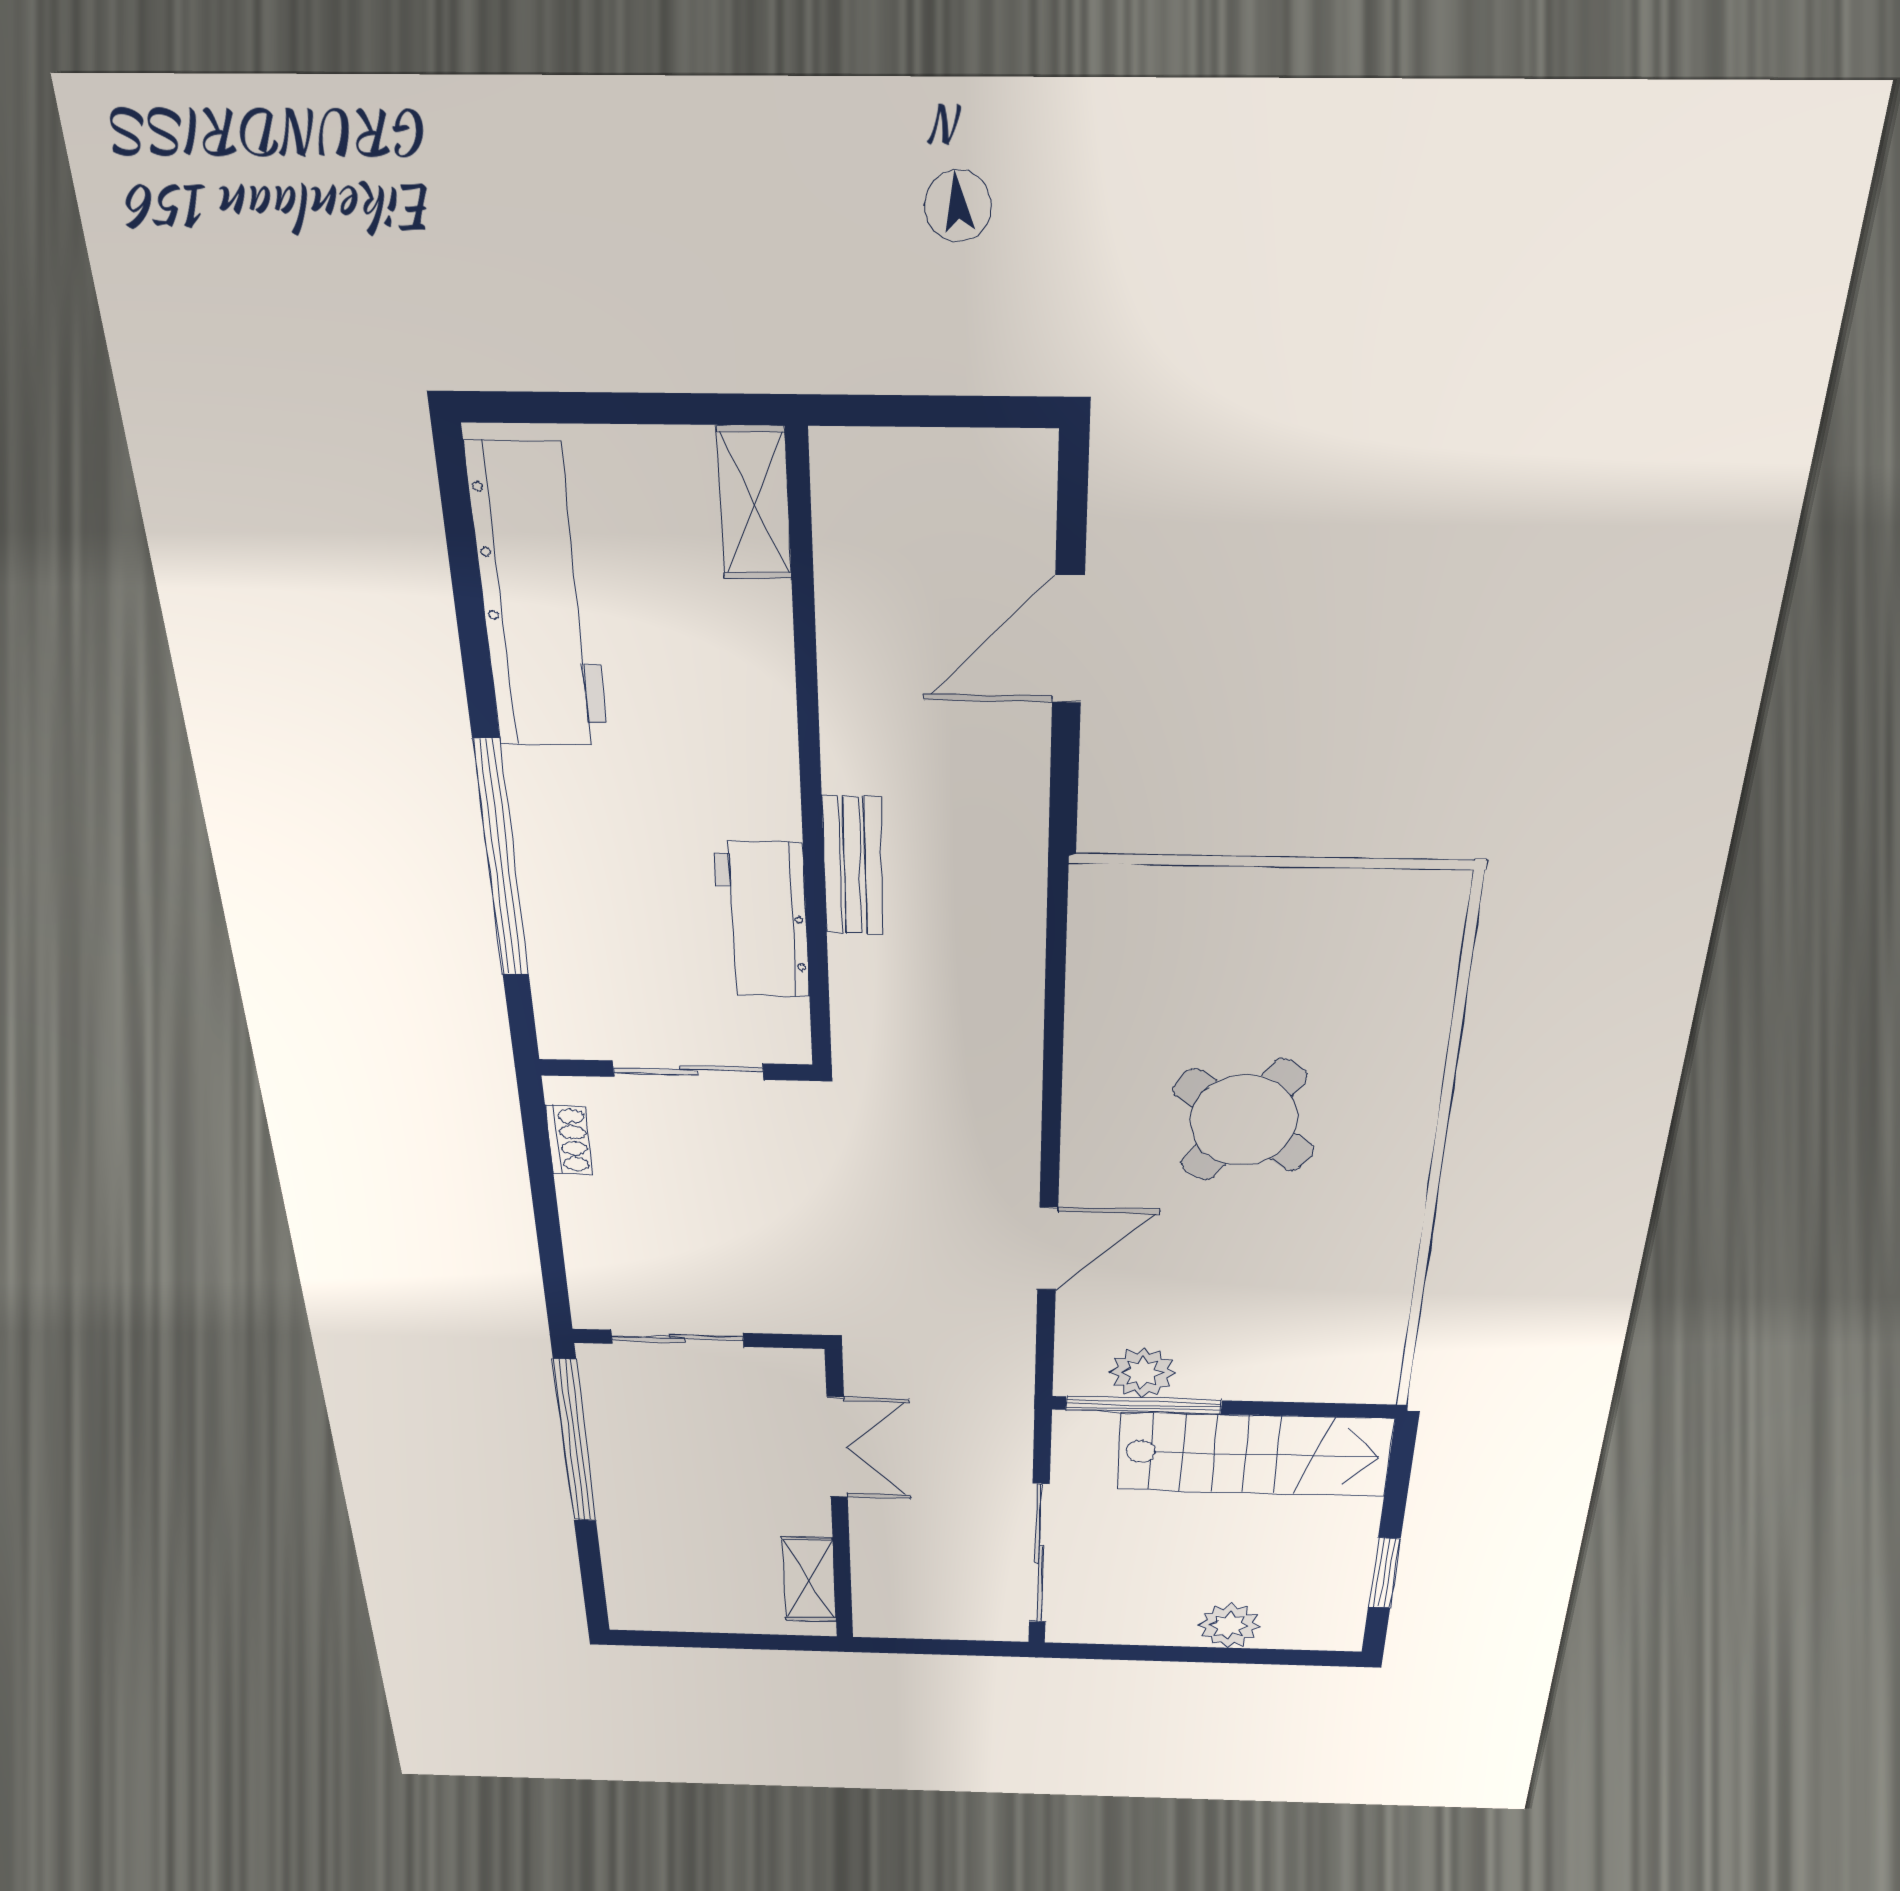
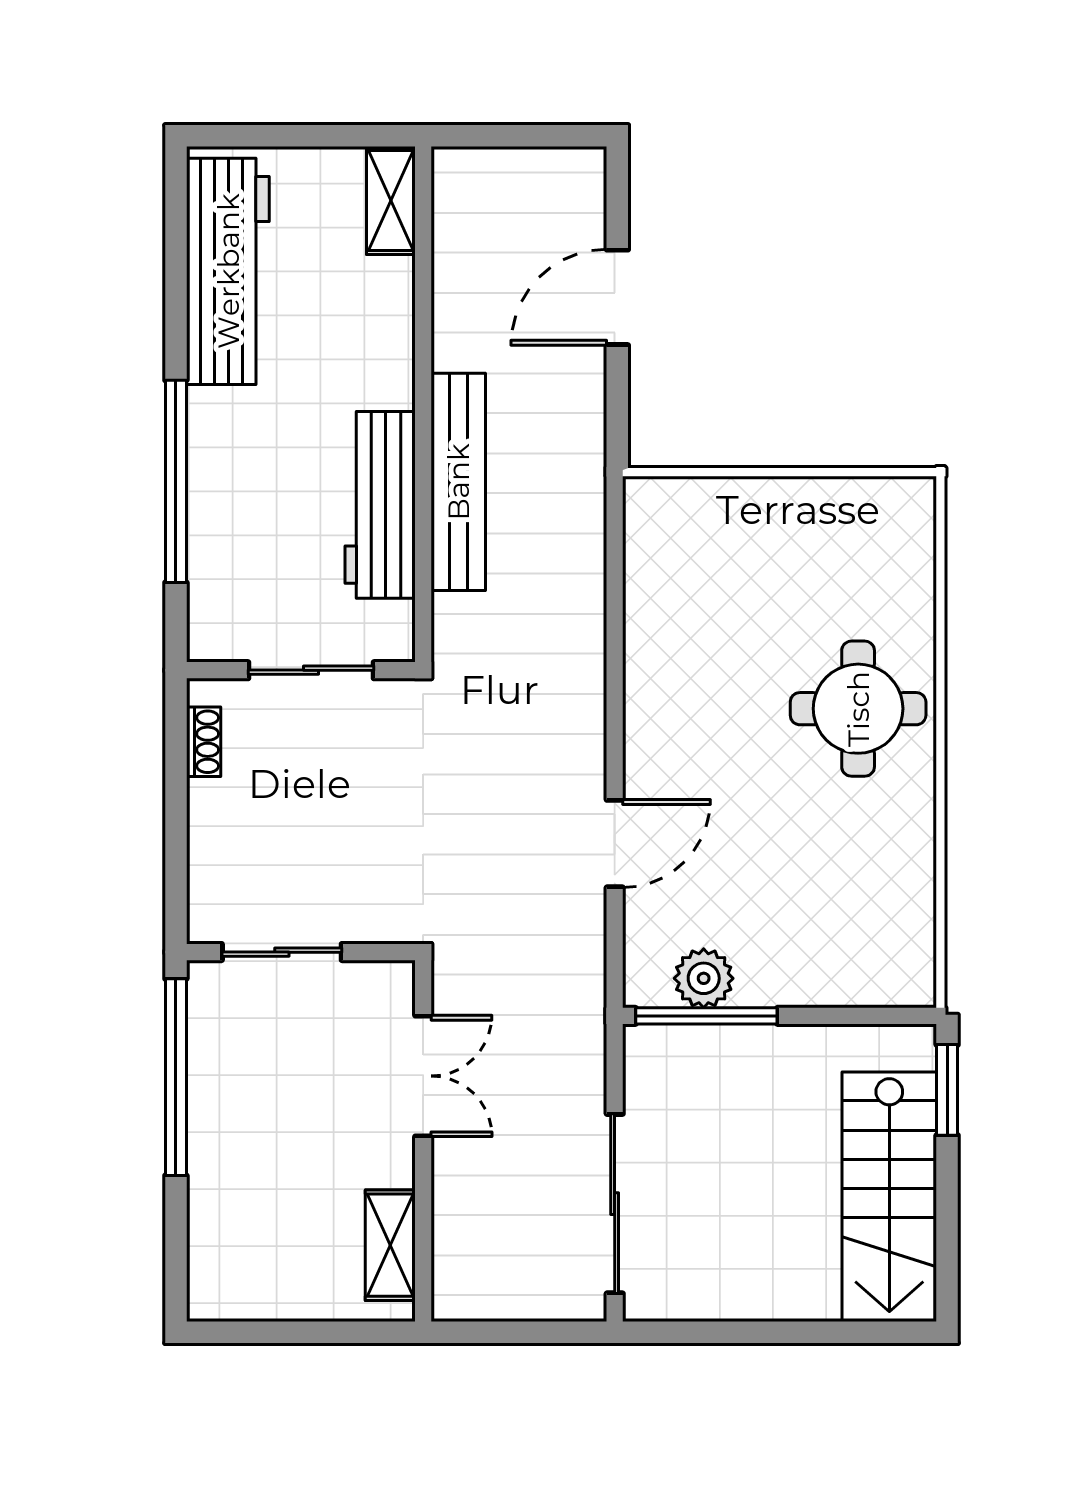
bench: (852, 866) -> (458, 482), width x1.86, depth x1.21
workbench: (762, 920) -> (380, 505), width x1.38
round table: (1244, 1120) -> (858, 709), moved, turned -36
stairs: (1254, 1454) -> (889, 1197), moved, turned 90
window: (1384, 1573) -> (947, 1090), moved
plant: (1229, 1626) -> (803, 1291), removed

